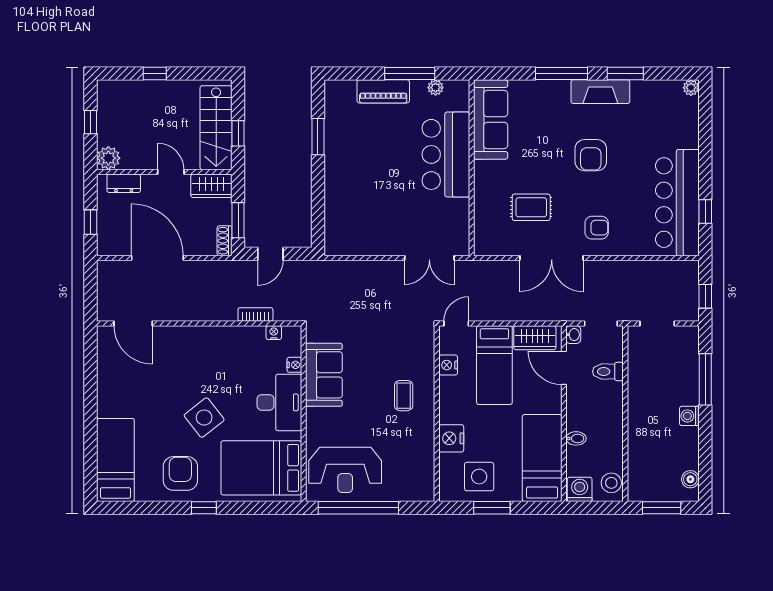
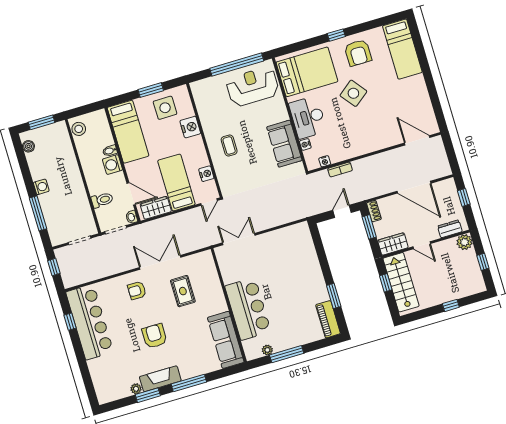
plant: (691, 88) -> (136, 389), moved
piano: (383, 91) -> (328, 319), moved, turned -90
rug: (531, 207) -> (183, 291), turned 90
washing machine: (580, 489) -> (112, 165), moved, turned 90

